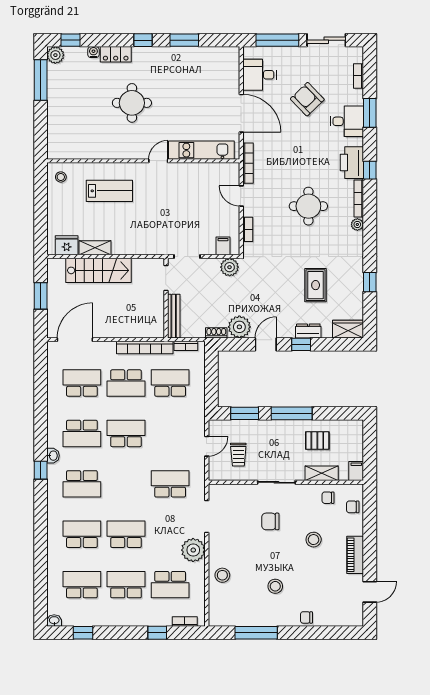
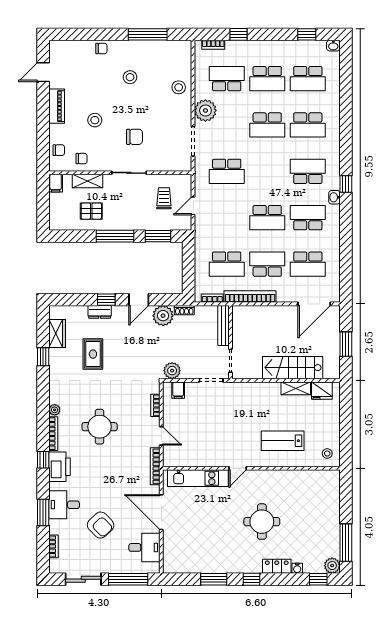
wardrobe: (348, 329) -> (57, 334), moved, turned -90

